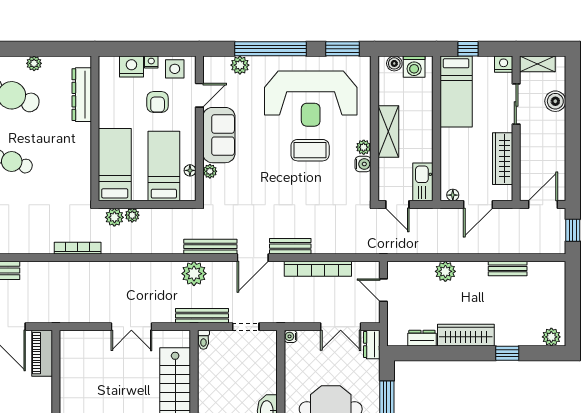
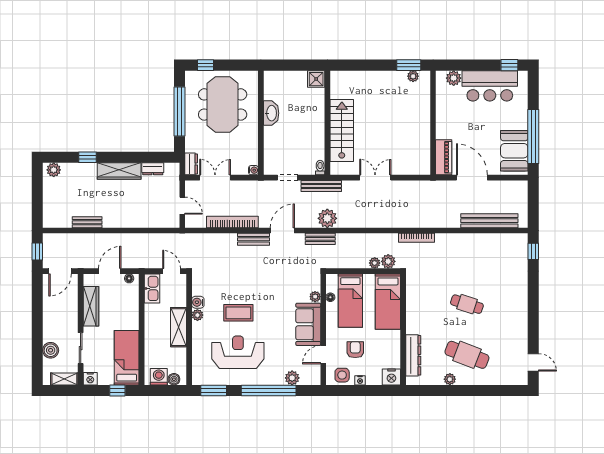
nightstand: (131, 66) -> (391, 377), moved
reception desk: (311, 99) -> (238, 352), width x0.74, depth x0.77
bench: (210, 247) -> (320, 239), width x0.73
plant: (445, 271) -> (135, 220), removed

